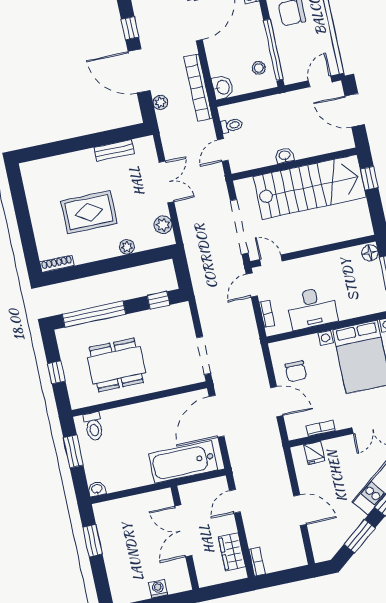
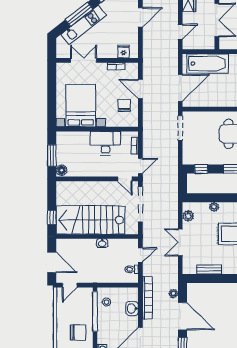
washbasin: (223, 87) -> (132, 309), moved
door: (300, 510) -> (140, 17), swing flipped

